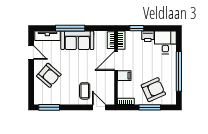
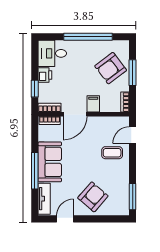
door: (116, 61) -> (75, 114), hinge flipped
armchair: (153, 90) -> (111, 68), turned -103

